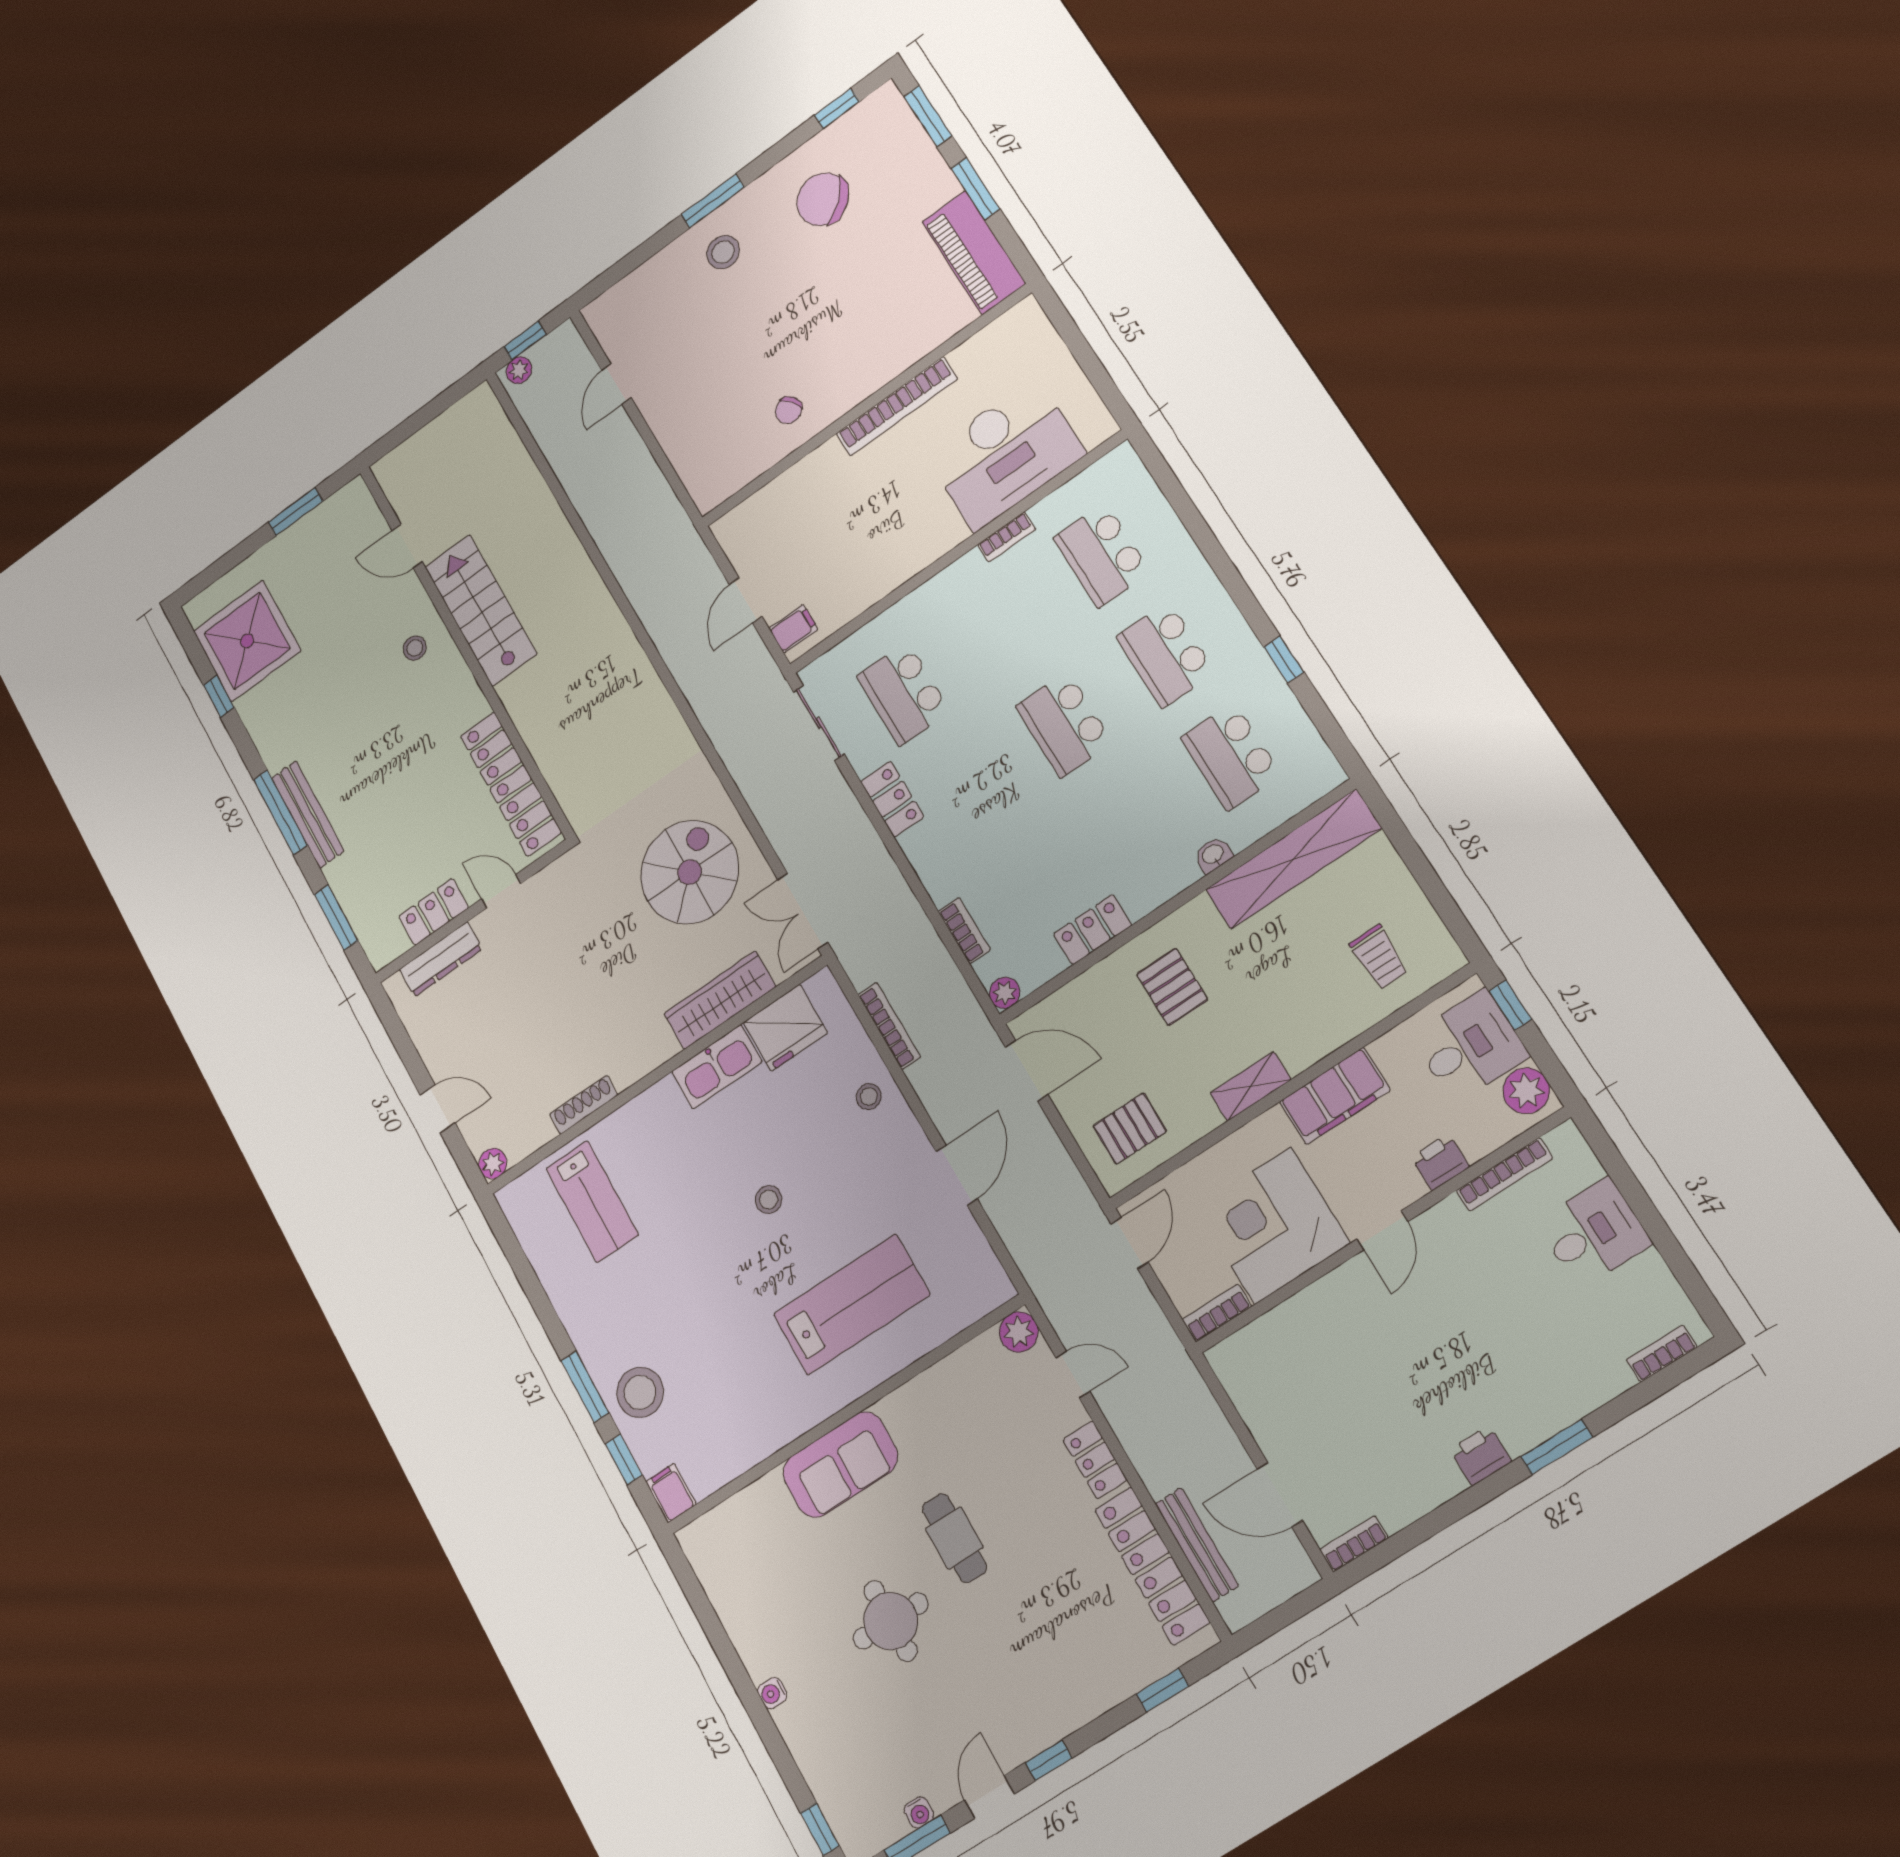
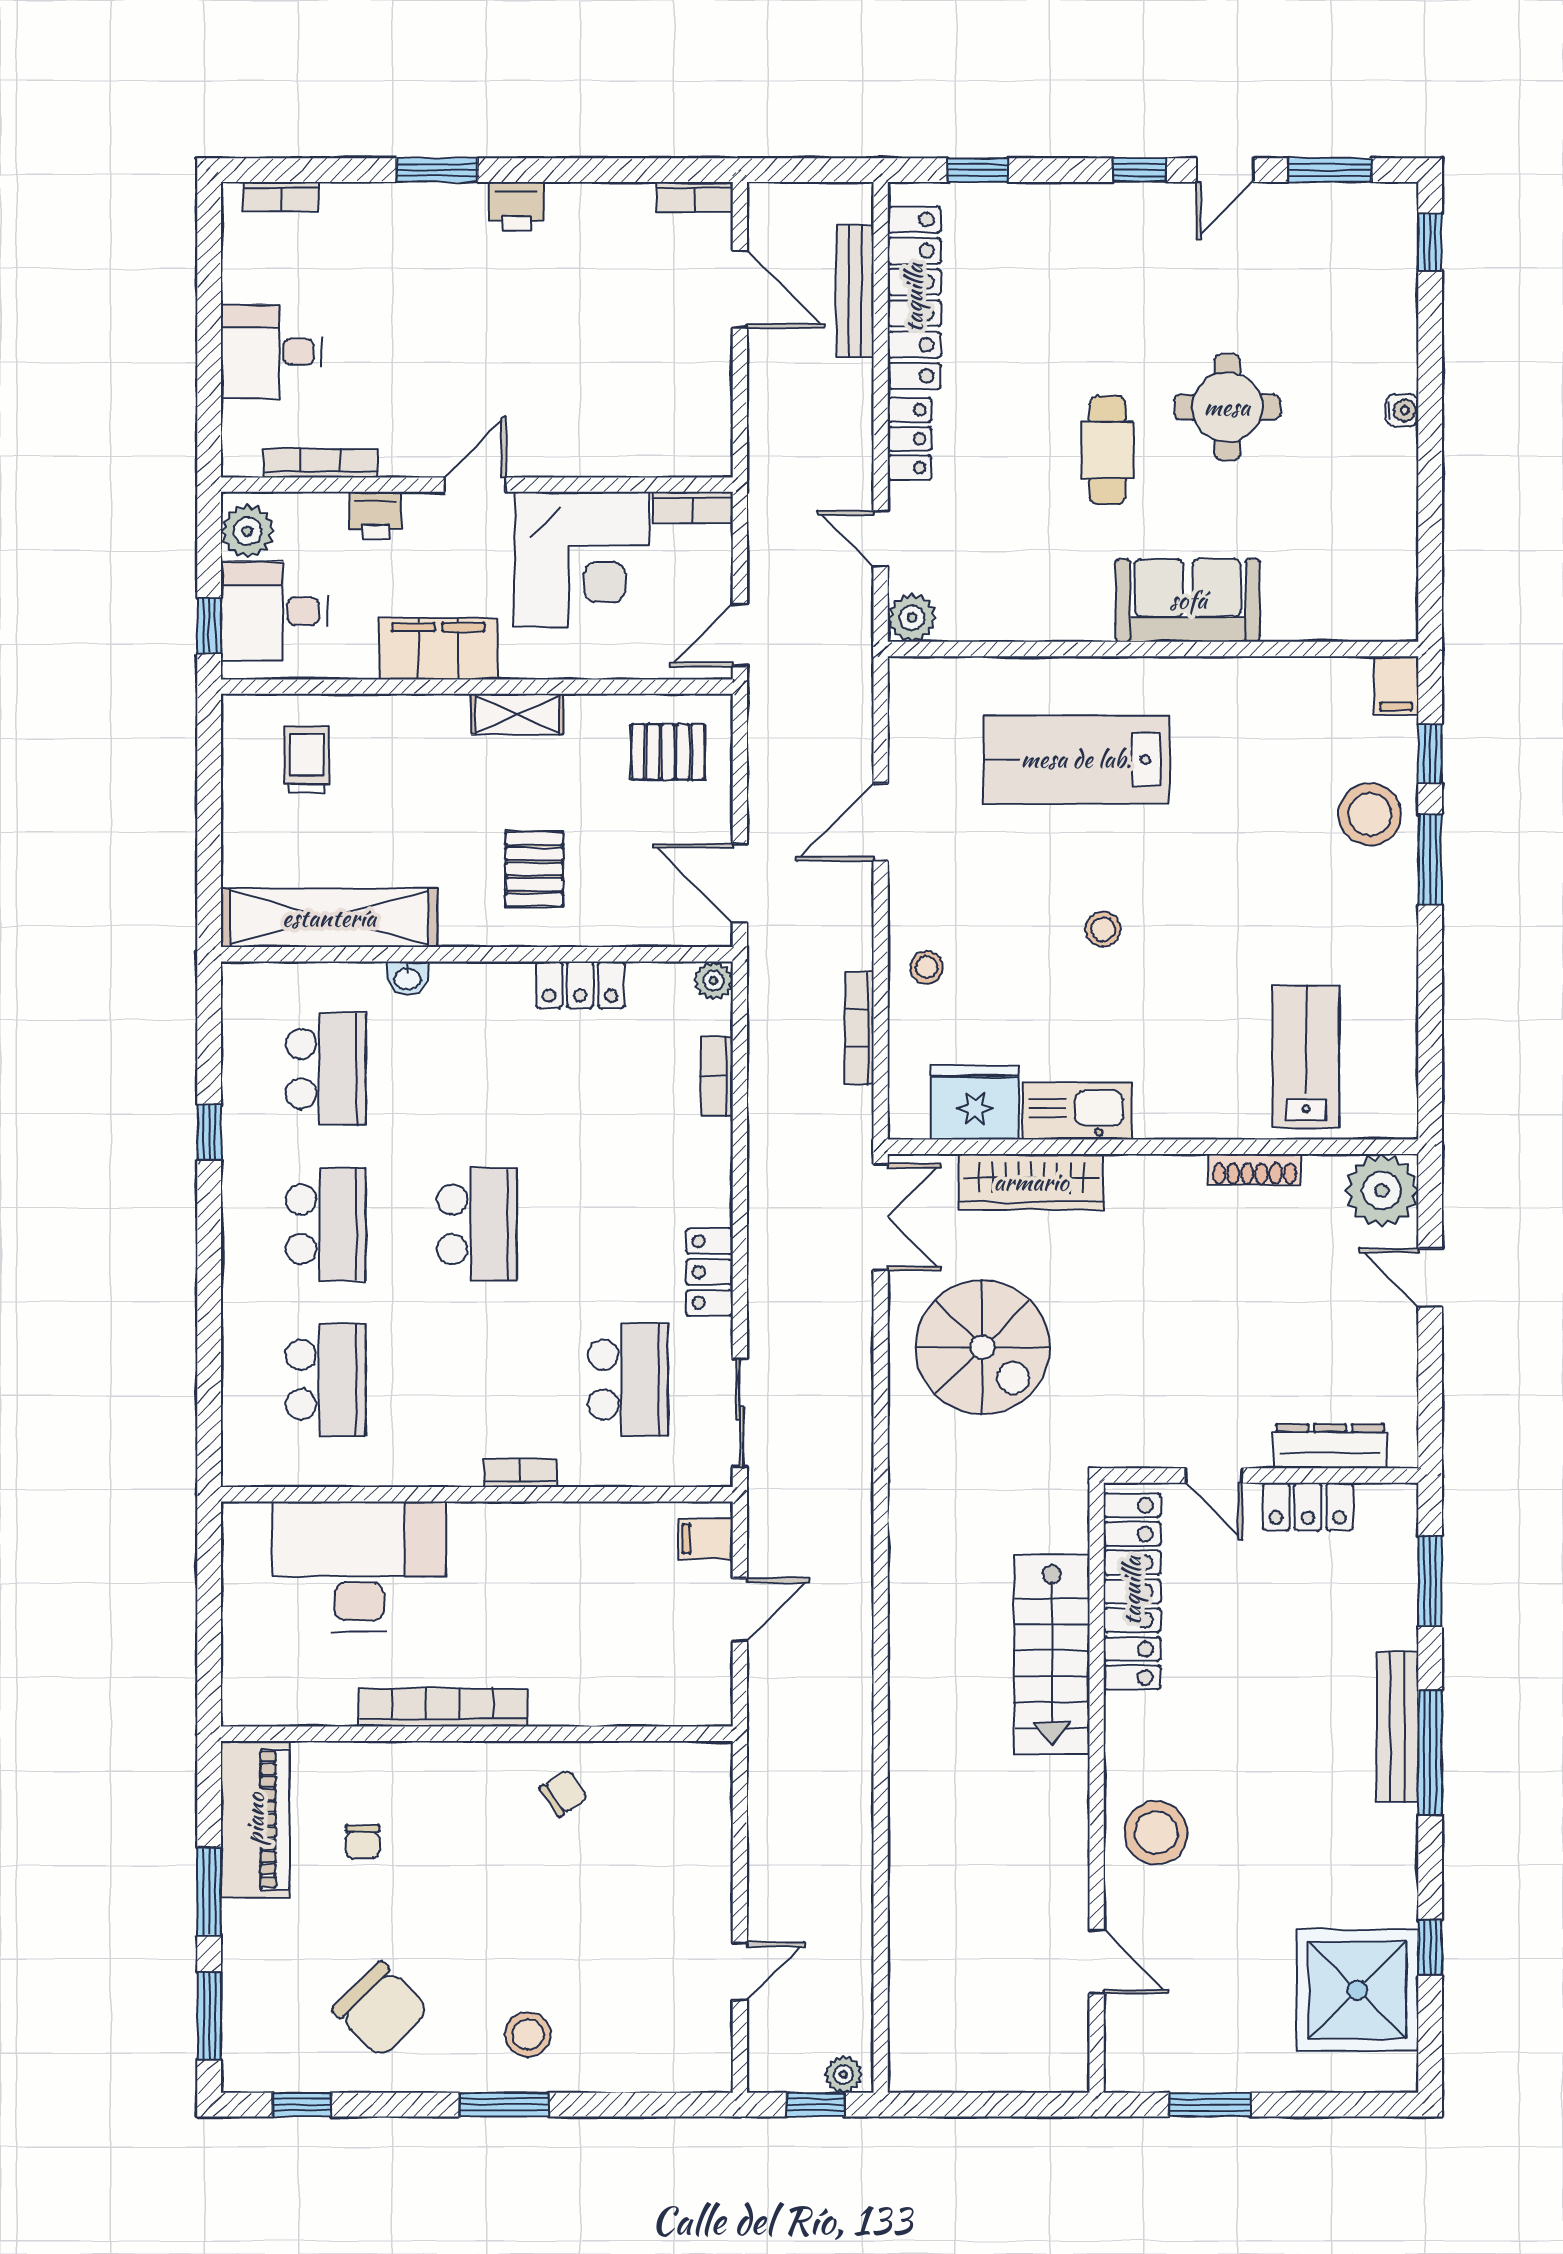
chair: (897, 289) -> (363, 1842), added
bookcase: (1006, 537) -> (520, 1473), moved
stairs: (481, 610) -> (1052, 1654), moved
stool: (415, 648) -> (1156, 1833), width x1.89, depth x1.89
spiral stairs: (690, 872) -> (982, 1347), turned -90
plant: (493, 1164) -> (1382, 1190), width x1.87, depth x1.87
water cooler: (919, 1812) -> (1311, 198), removed

